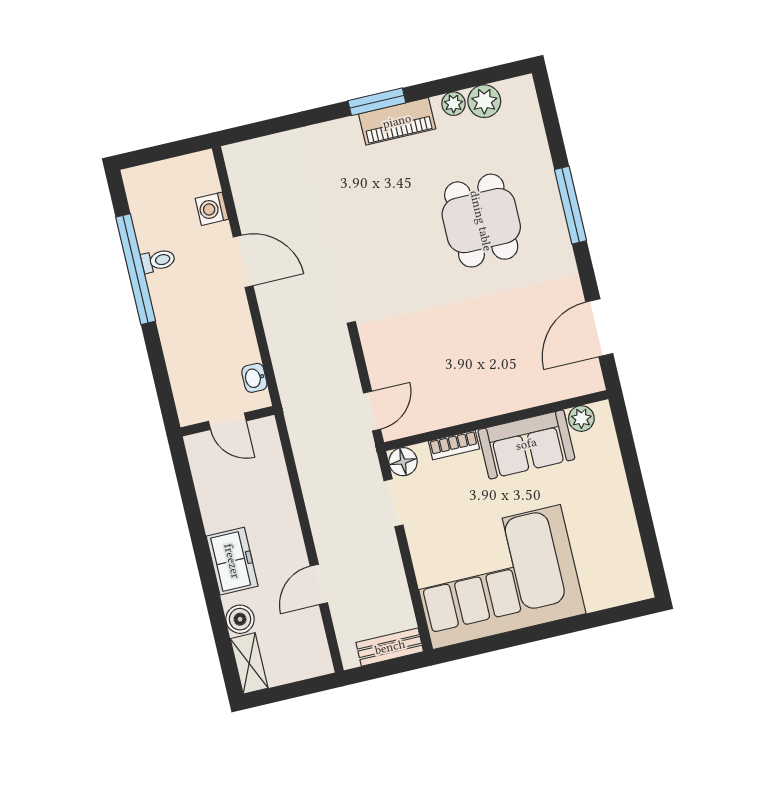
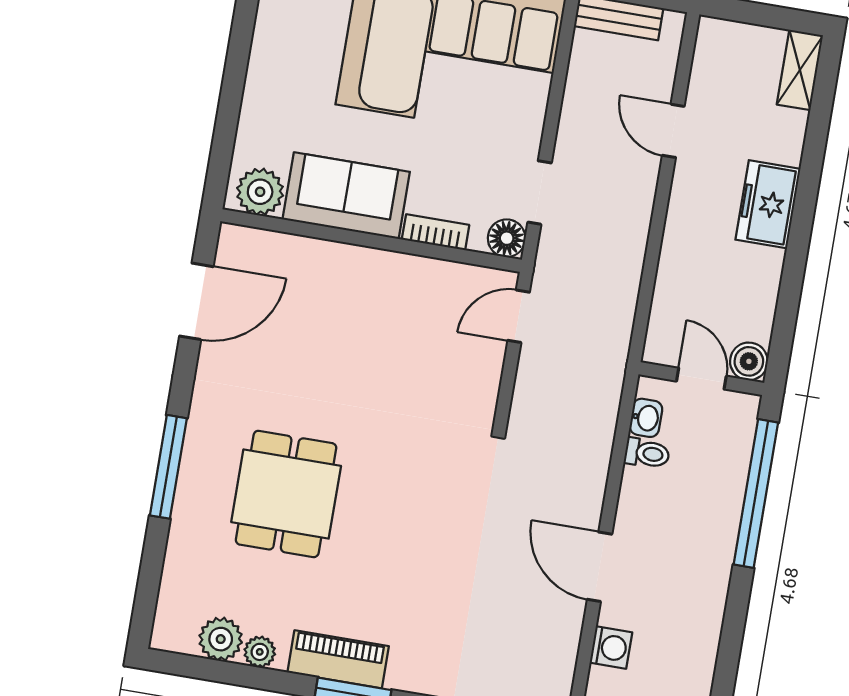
toilet: (158, 261) -> (647, 453), moved, turned 180
window: (136, 269) -> (756, 493), moved
plant: (581, 418) -> (260, 192), width x1.38, depth x1.38
door: (319, 584) -> (673, 131), swing flipped
boiler: (240, 619) -> (749, 361), moved

